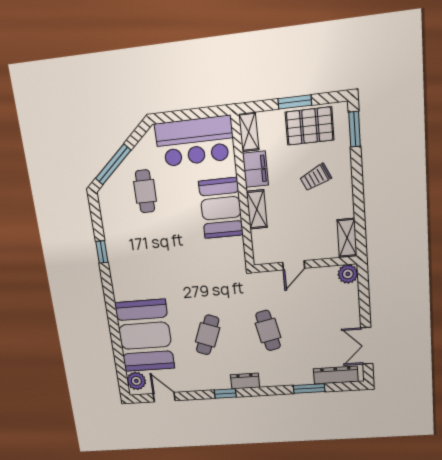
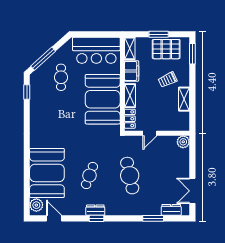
booth: (221, 208) -> (103, 99), width x1.36, depth x1.42
shelving: (347, 238) -> (184, 99), moved
locker: (260, 246) -> (130, 119), added
window: (102, 252) -> (27, 92), moved
cafe table: (268, 330) -> (130, 176), width x1.37, depth x1.35
dresser: (336, 375) -> (171, 210), width x0.70
dresser: (245, 381) -> (95, 210), moved

